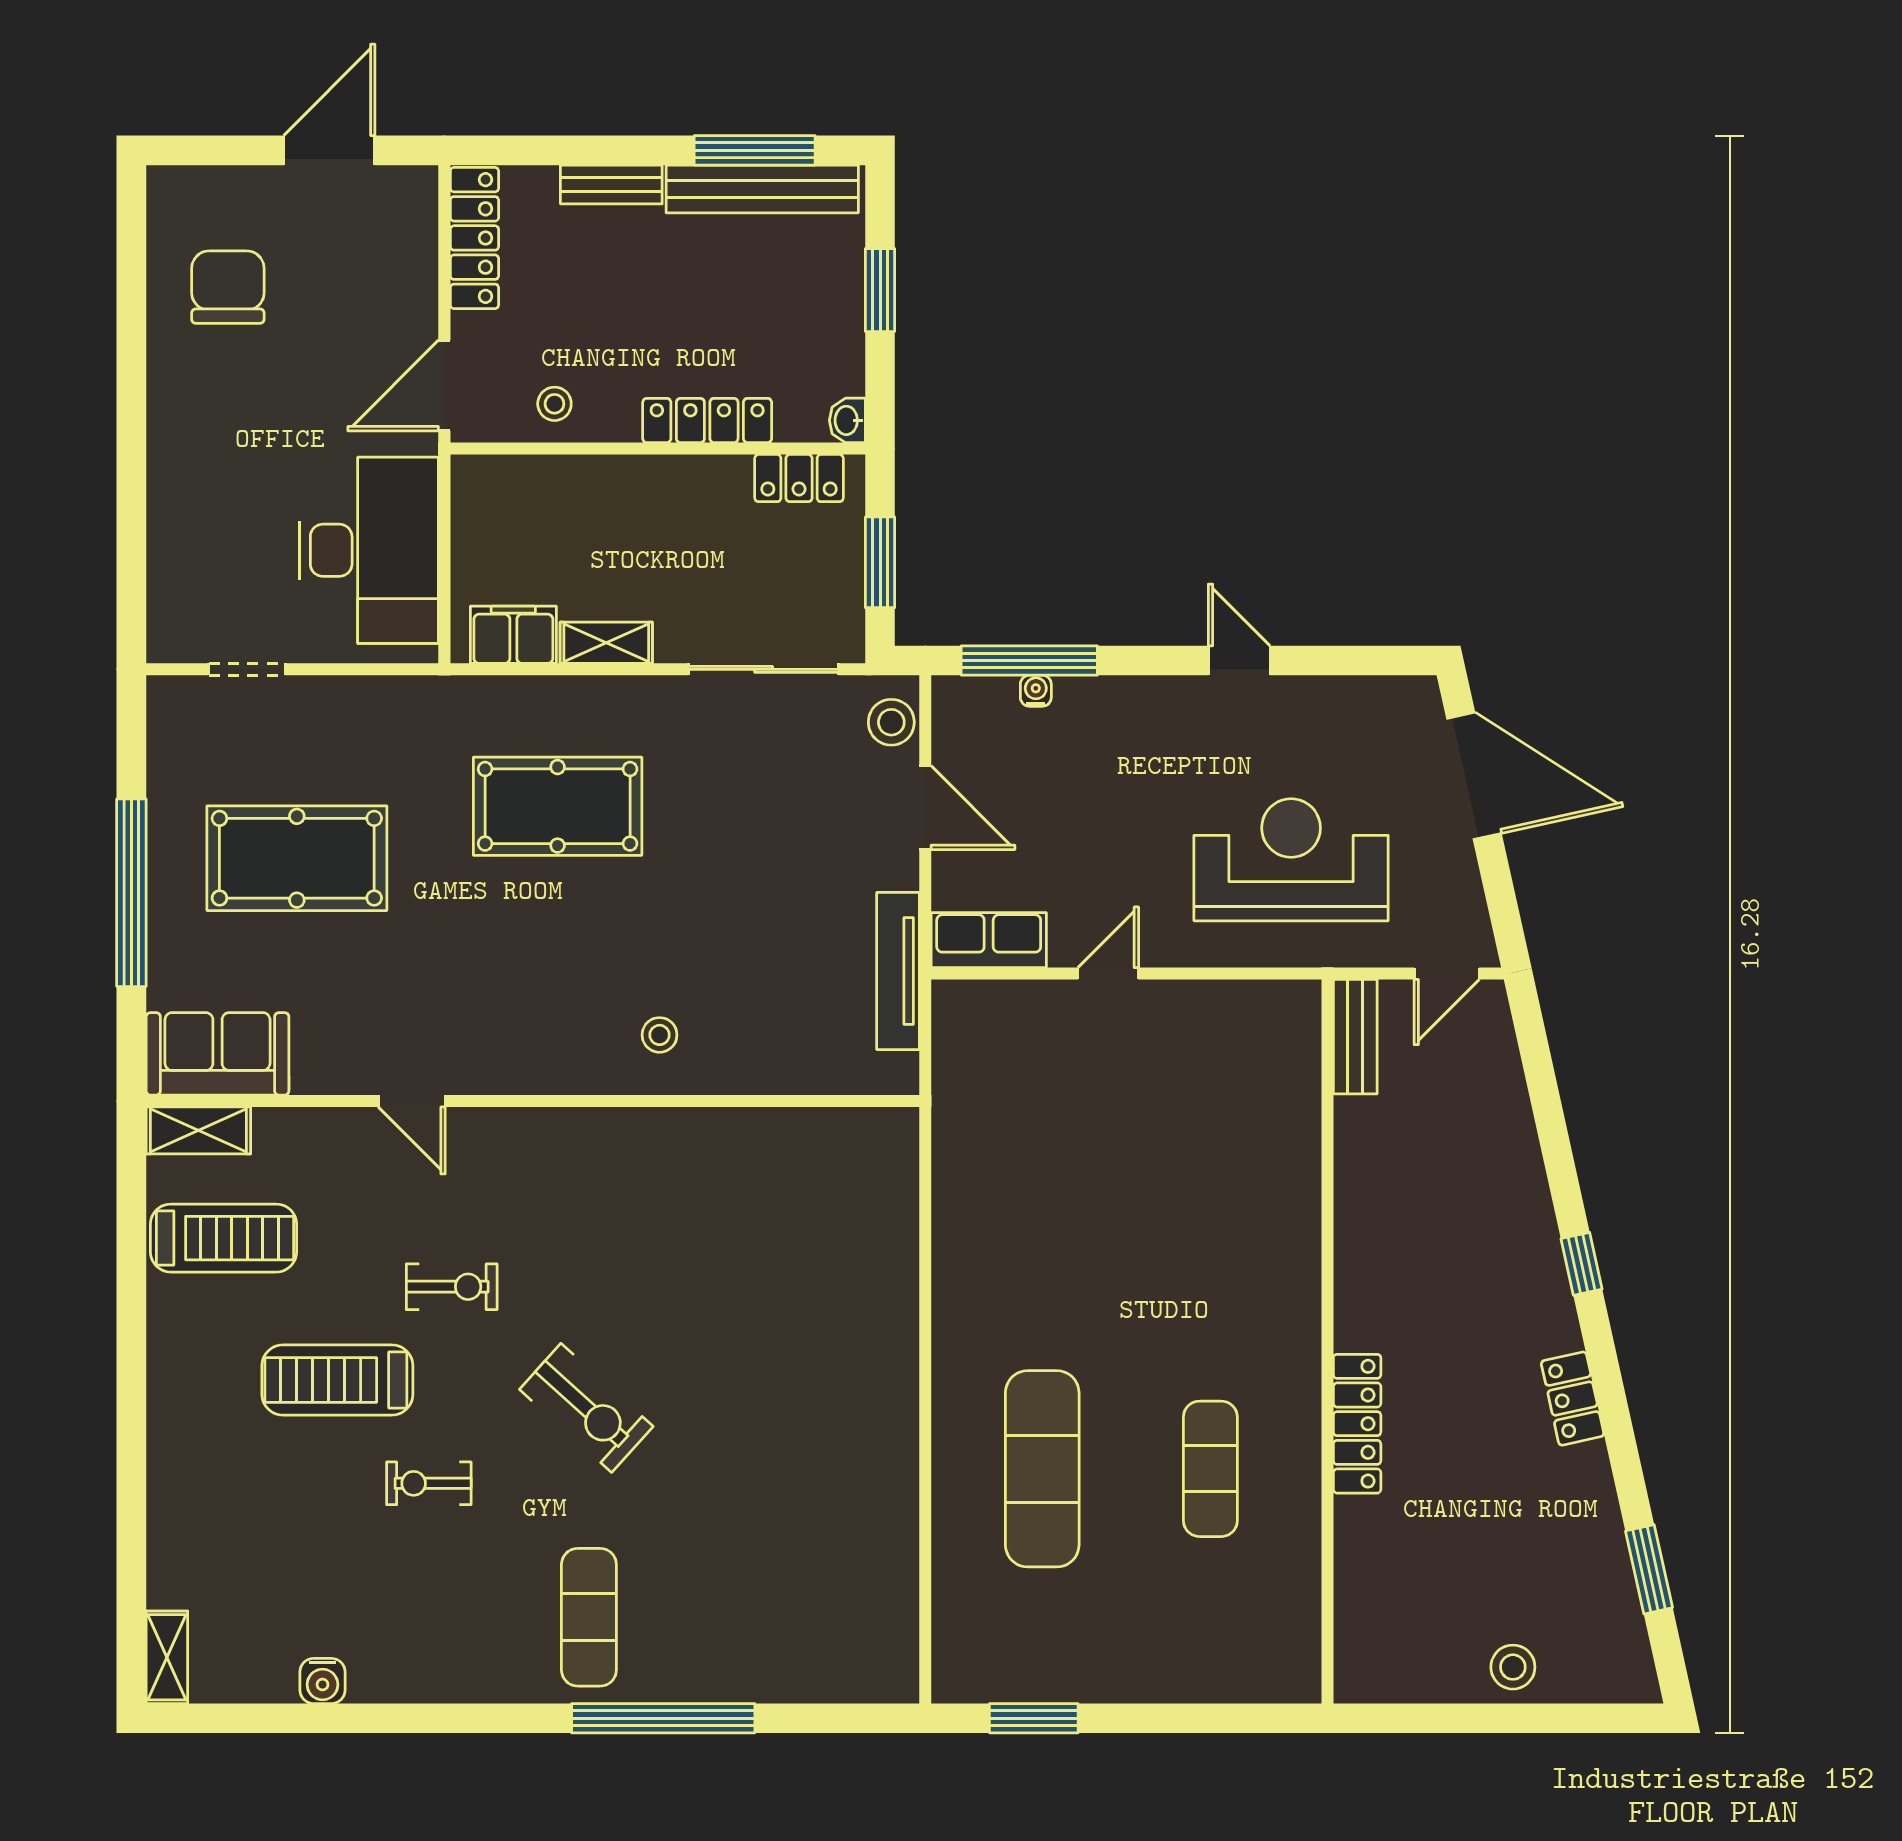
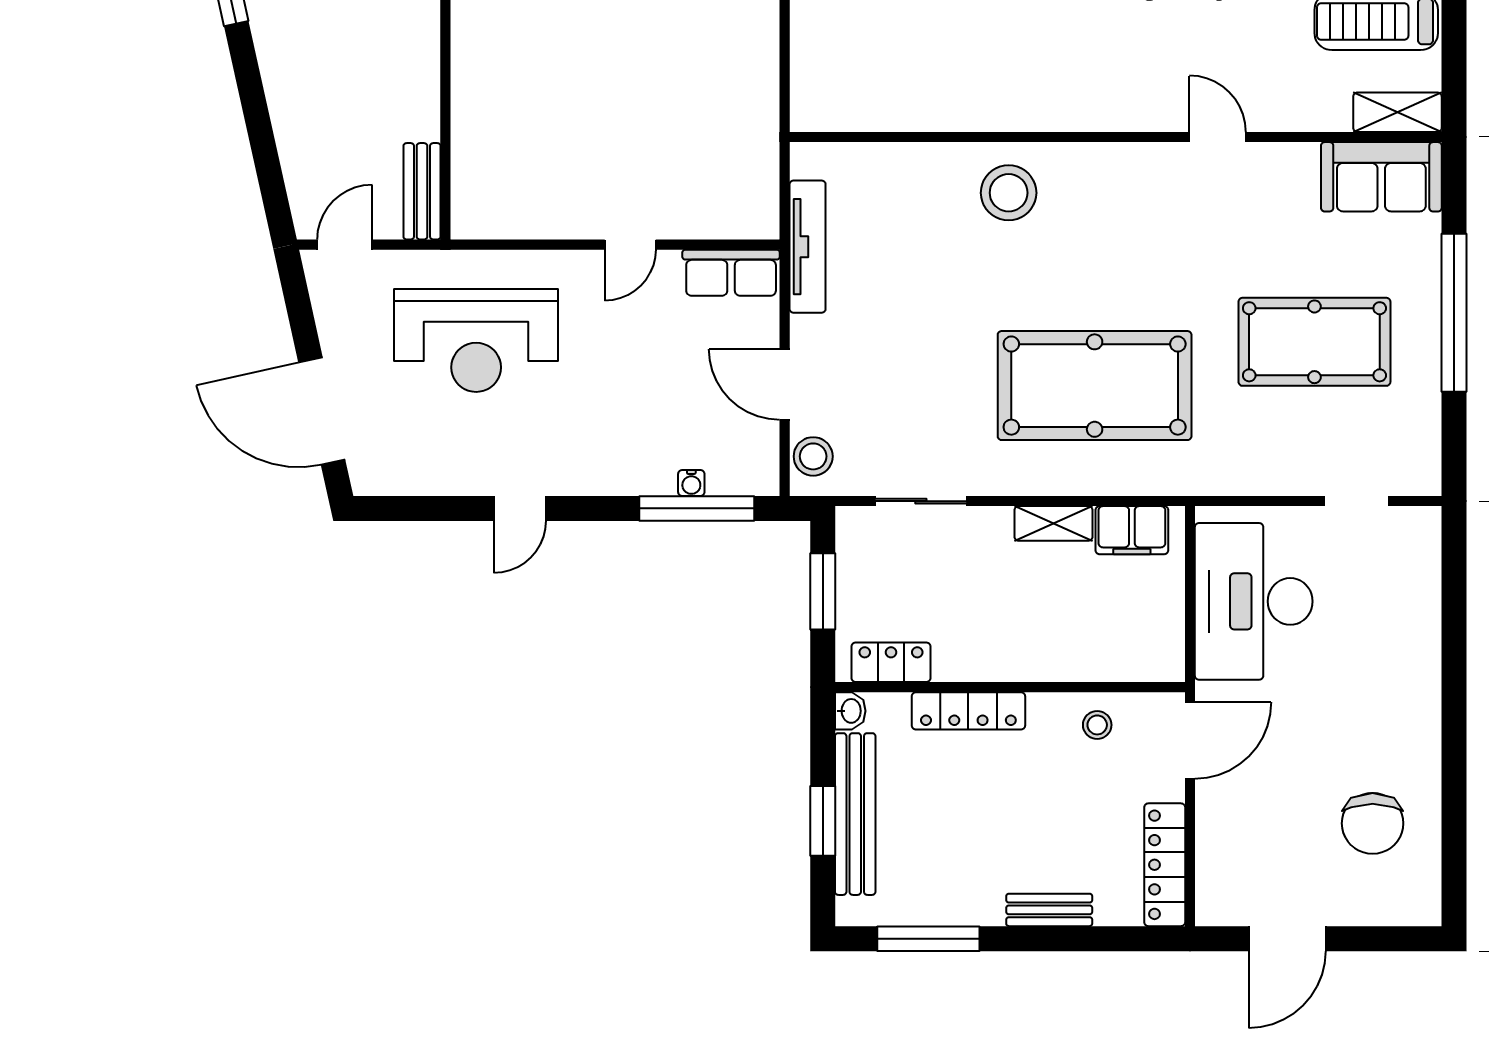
bench: (762, 189) -> (855, 814), moved, turned 90
door: (1239, 661) -> (520, 508), hinge flipped
sliding door: (764, 669) -> (921, 501), width x0.73
pool table: (558, 806) -> (1095, 386), width x1.36, depth x1.32
stool: (660, 1035) -> (1009, 193), width x1.89, depth x1.89

